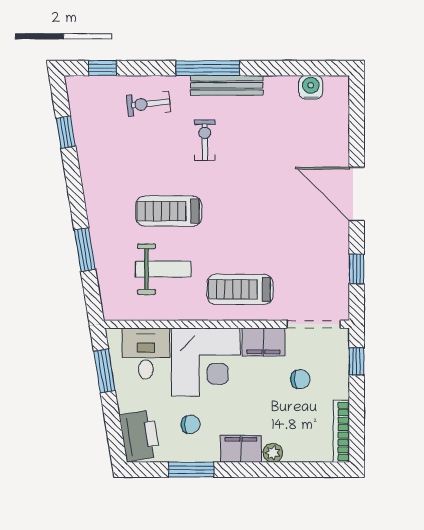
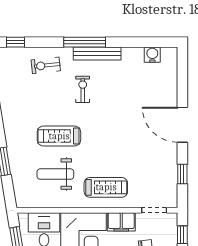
weight bench: (163, 269) -> (55, 174), turned 180
treadmill: (240, 289) -> (106, 187), turned 180
doorway: (314, 324) -> (154, 210), width x0.73

